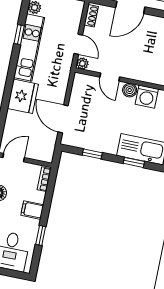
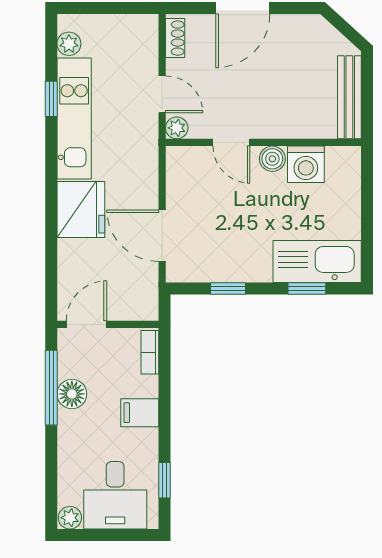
window: (41, 236) -> (164, 480), moved

